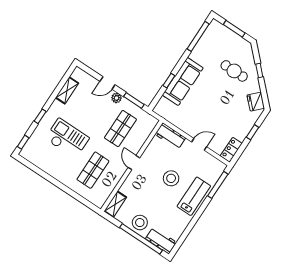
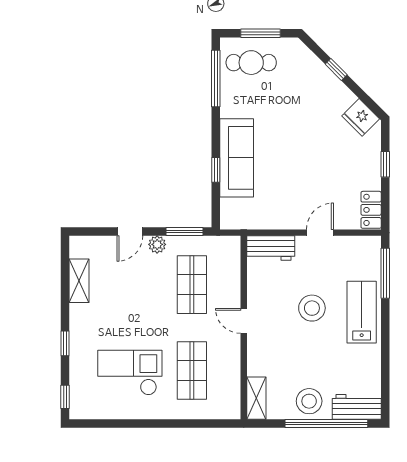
cafe table: (234, 71) -> (251, 63), moved
checkout: (67, 138) -> (130, 373), moved

